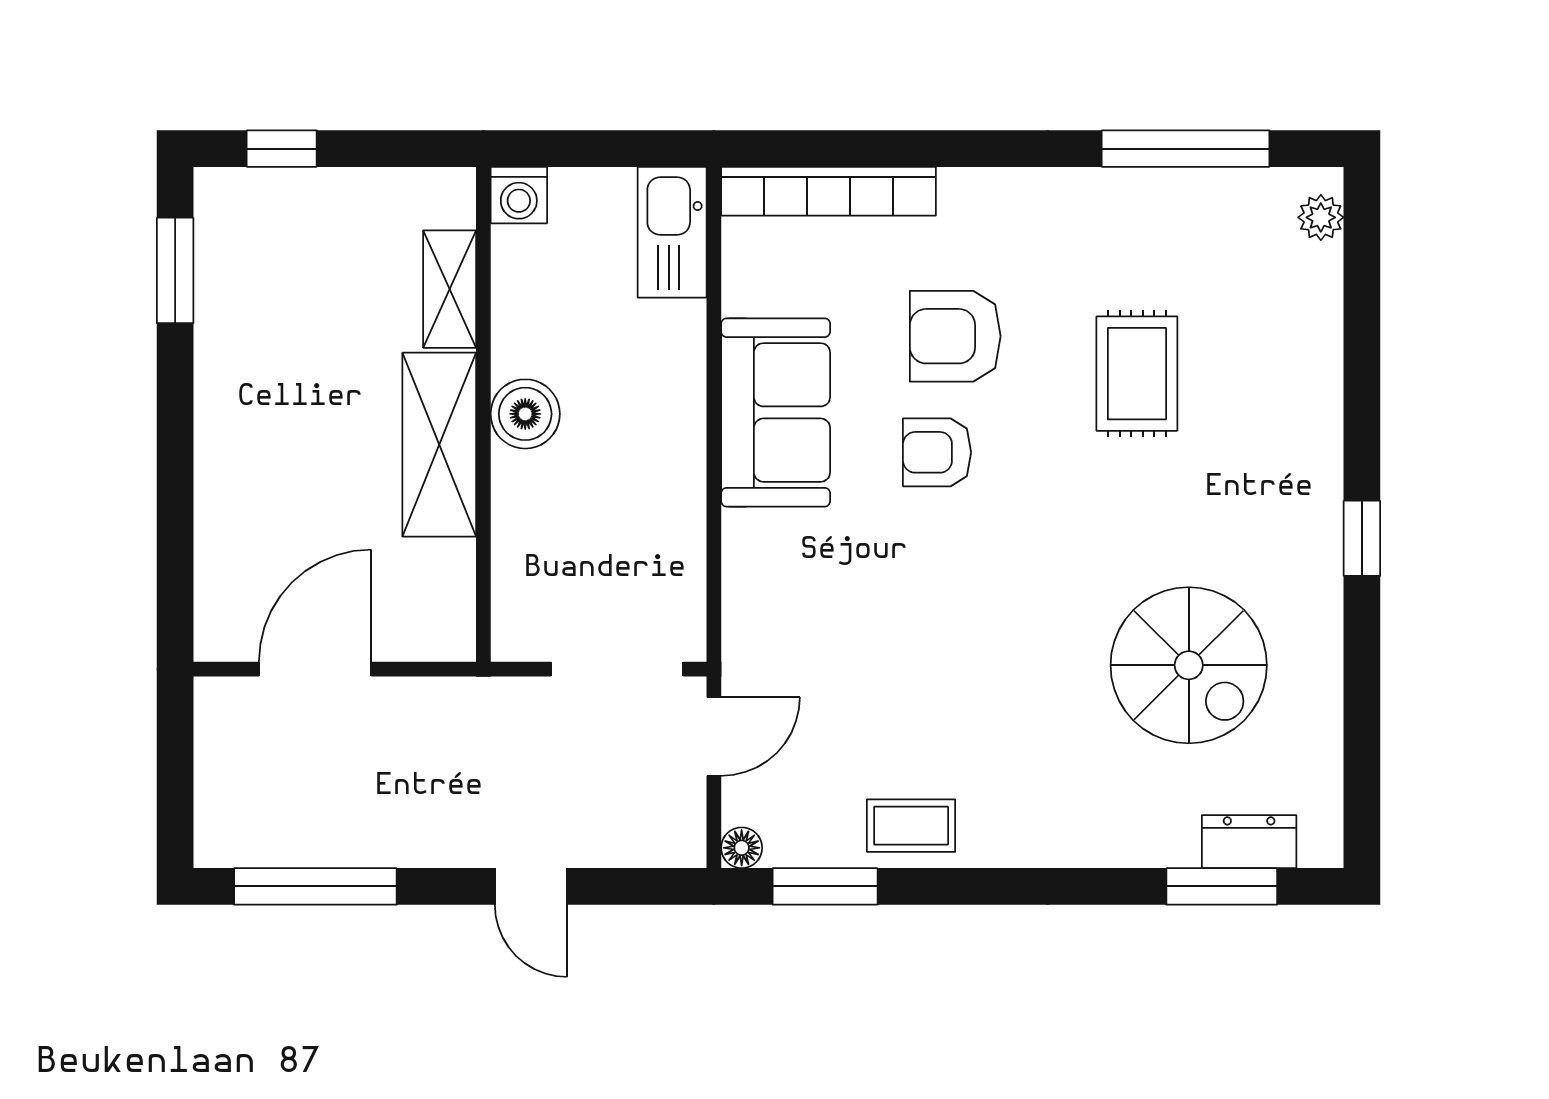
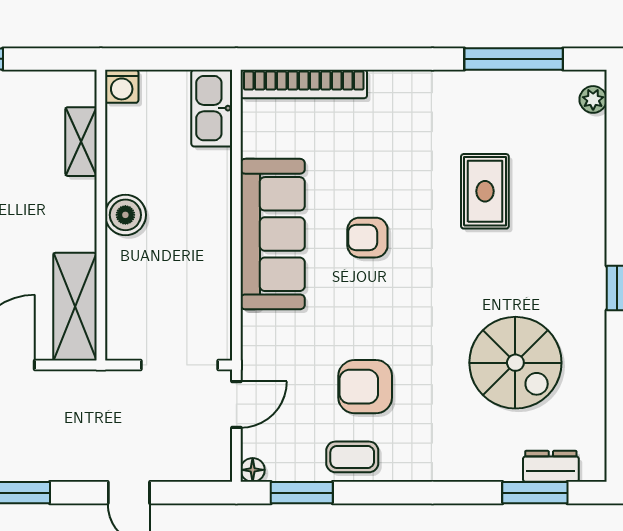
armchair: (955, 336) -> (365, 387), moved
sofa: (776, 412) -> (273, 234), width x1.36
shelving: (439, 445) -> (75, 307), moved

